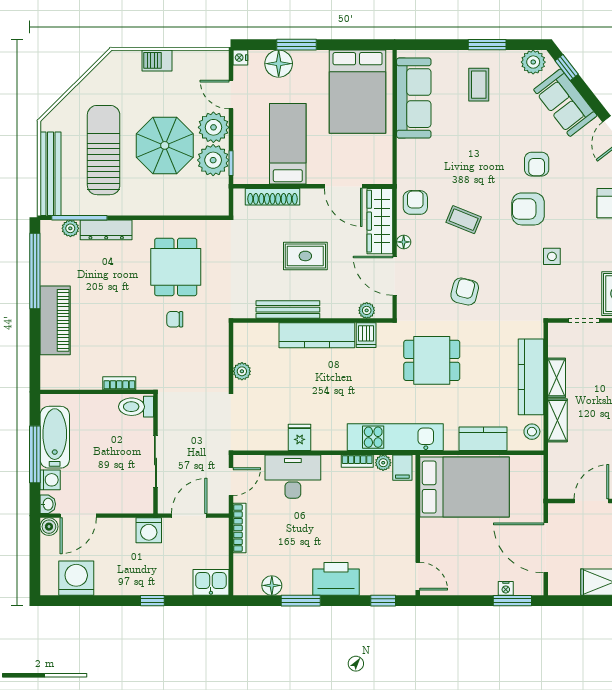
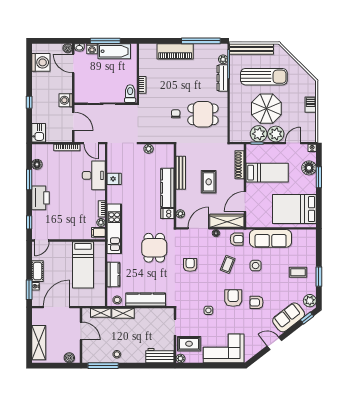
sofa: (414, 98) -> (271, 238), moved
side table: (466, 166) -> (256, 266), added
armchair: (465, 291) -> (190, 265), turned -104
shelving: (557, 378) -> (101, 313), moved
bed: (464, 487) -> (83, 265), width x0.67
cot: (477, 584) -> (37, 271), added

